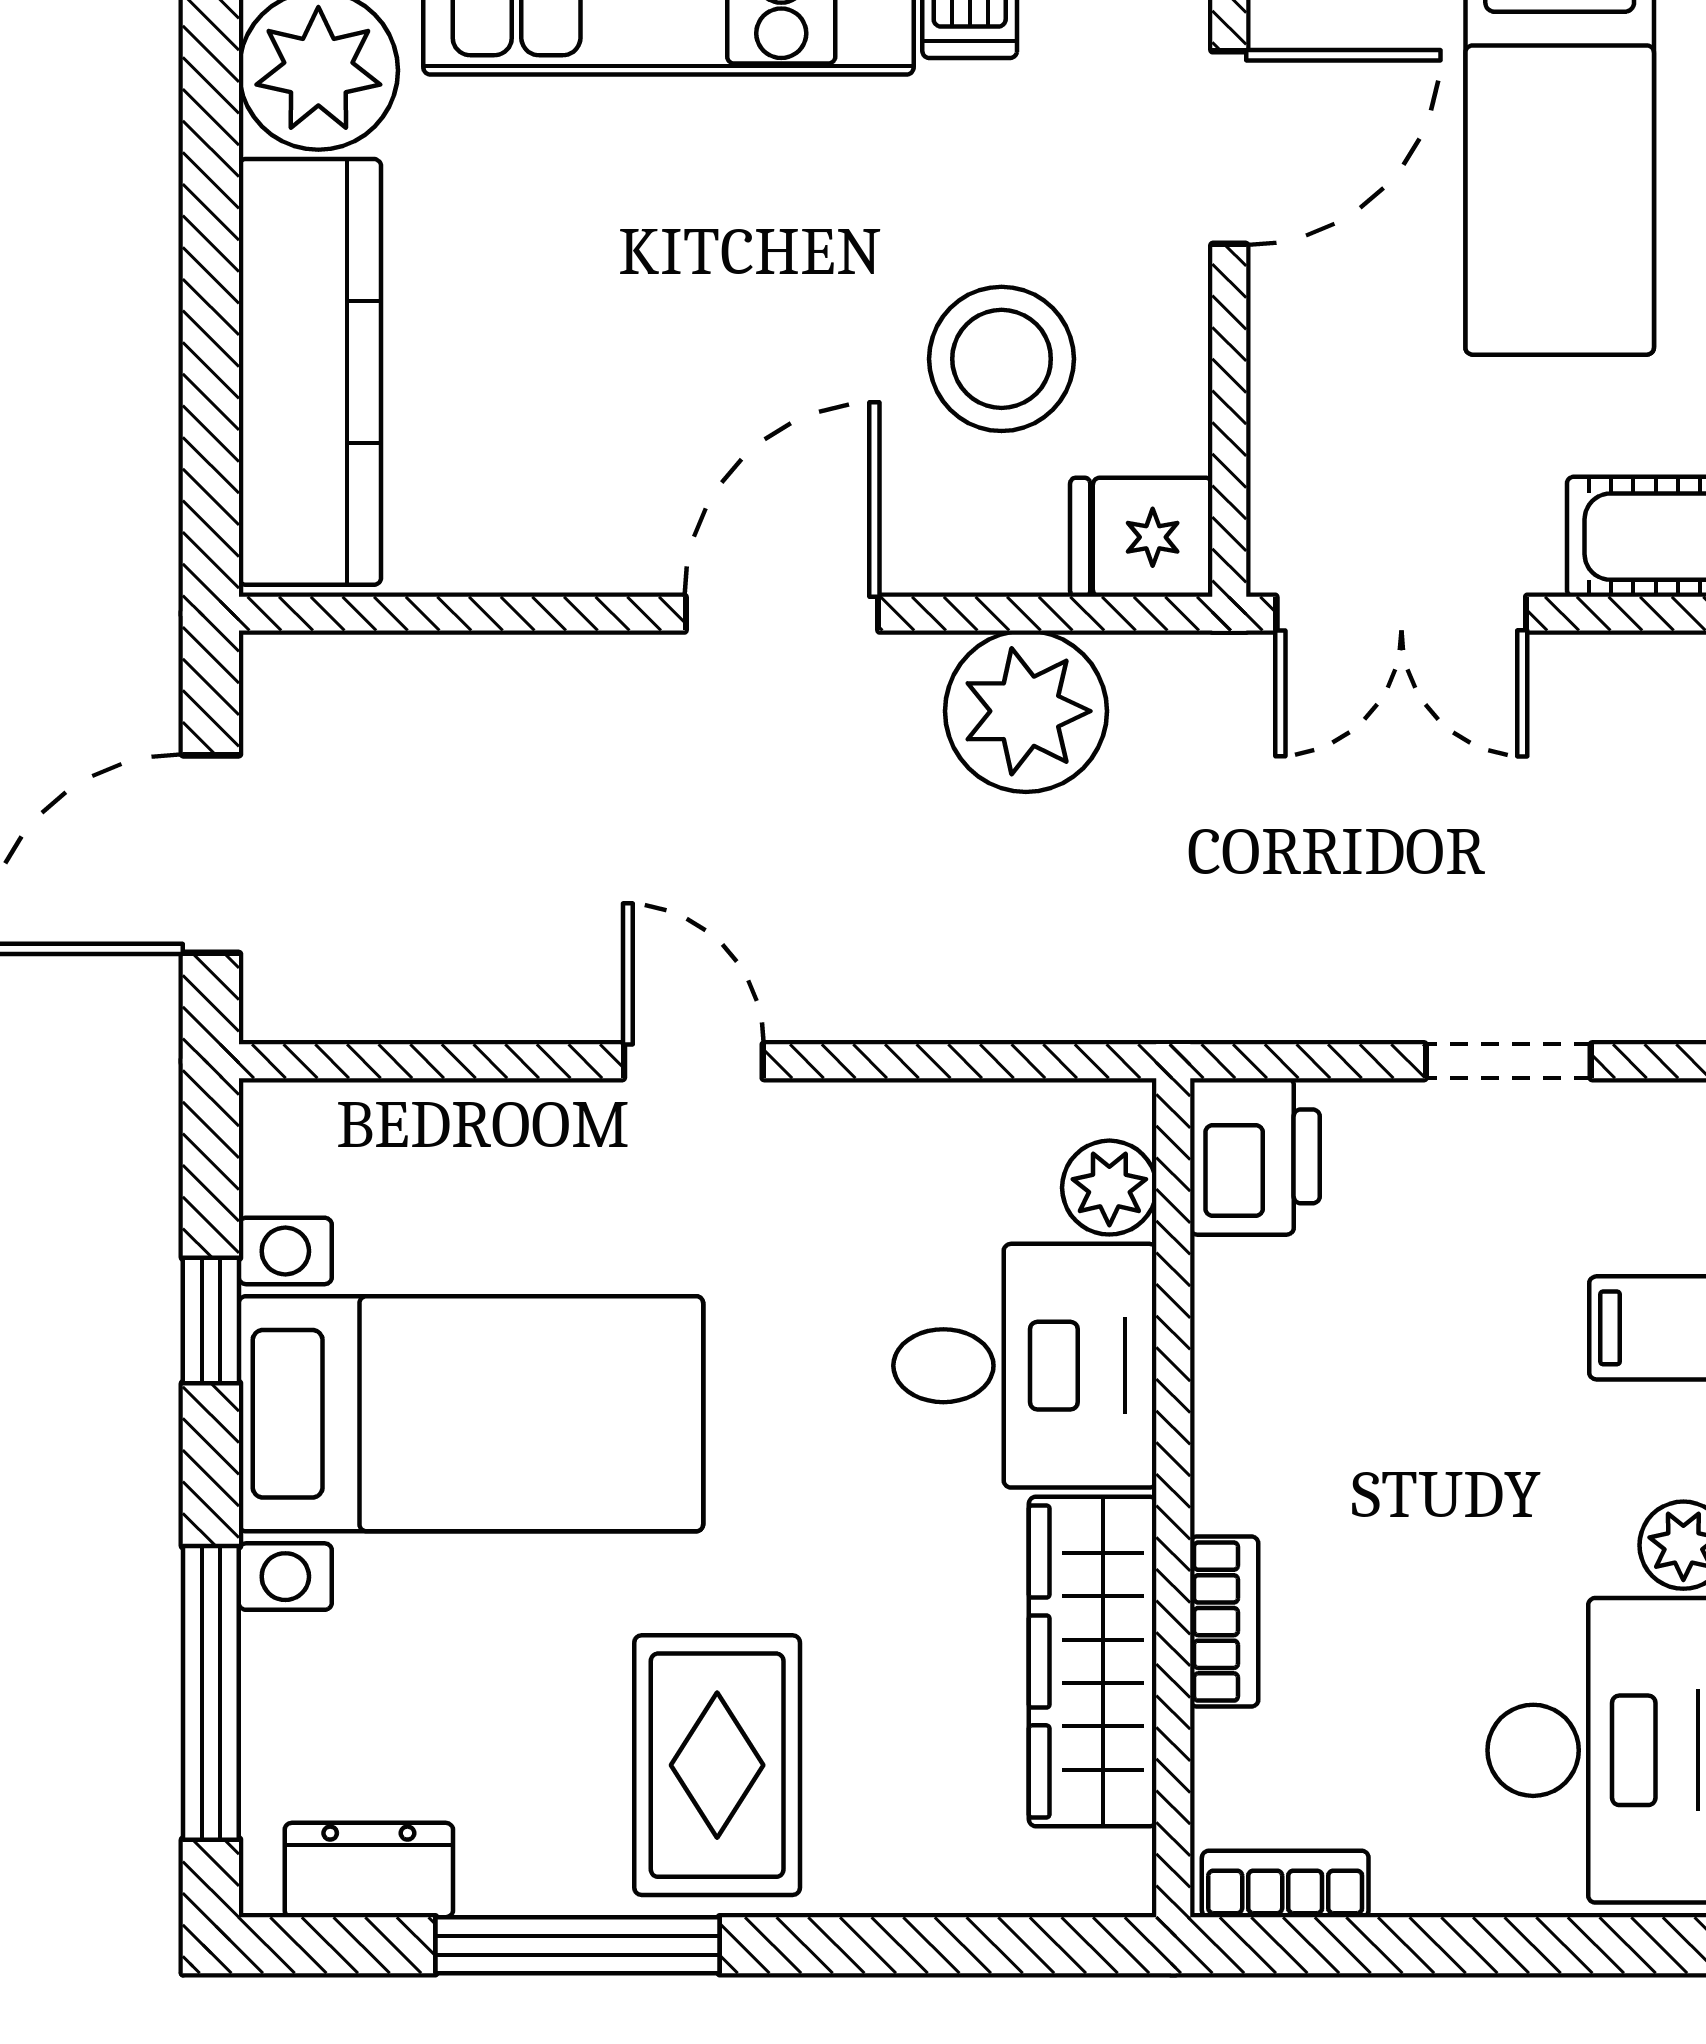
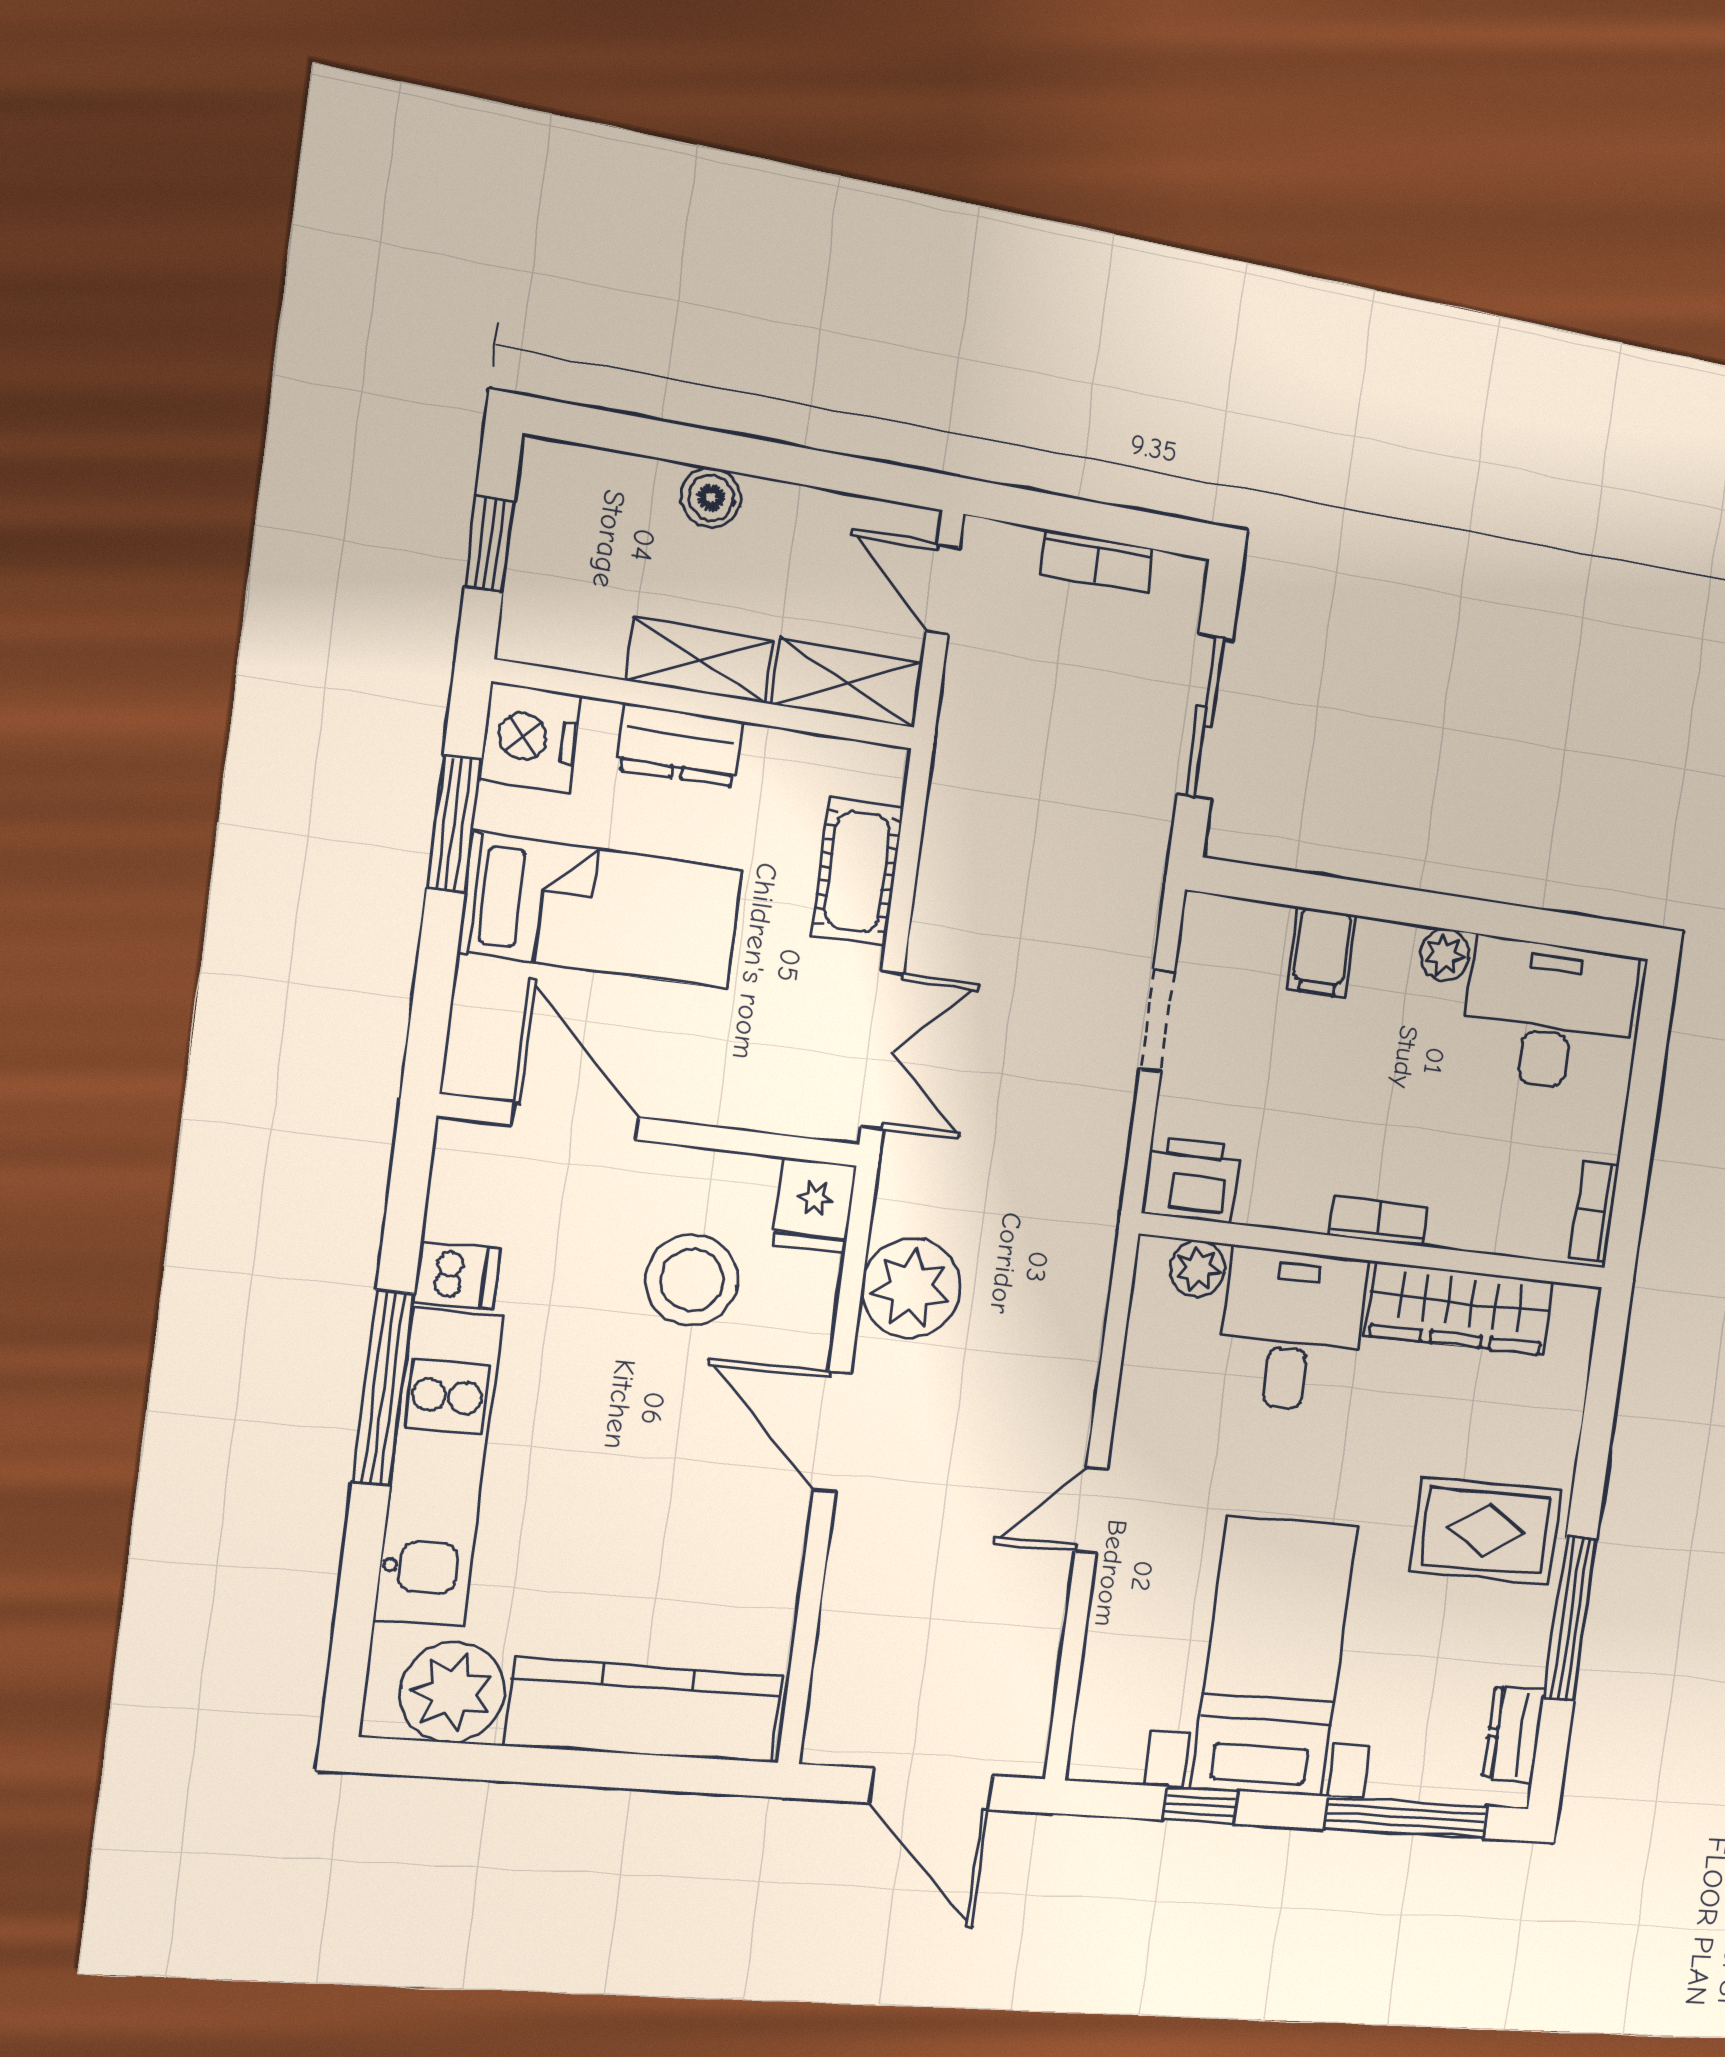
bookcase: (1224, 1622) -> (1379, 1221), moved

